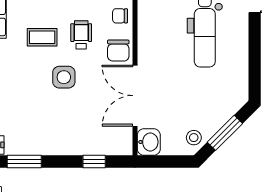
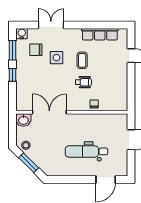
chair: (118, 50) -> (36, 50), moved
side table: (64, 77) -> (57, 58), moved
window: (94, 162) -> (12, 75), moved

